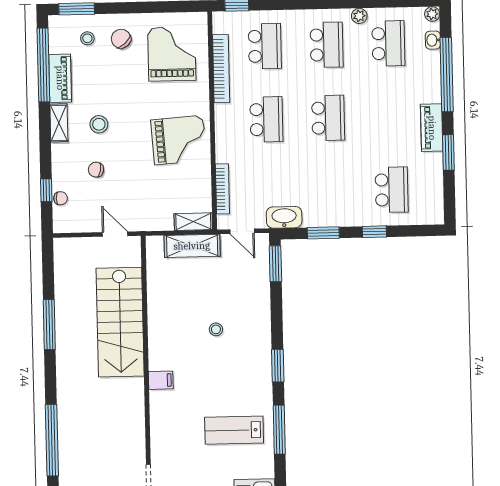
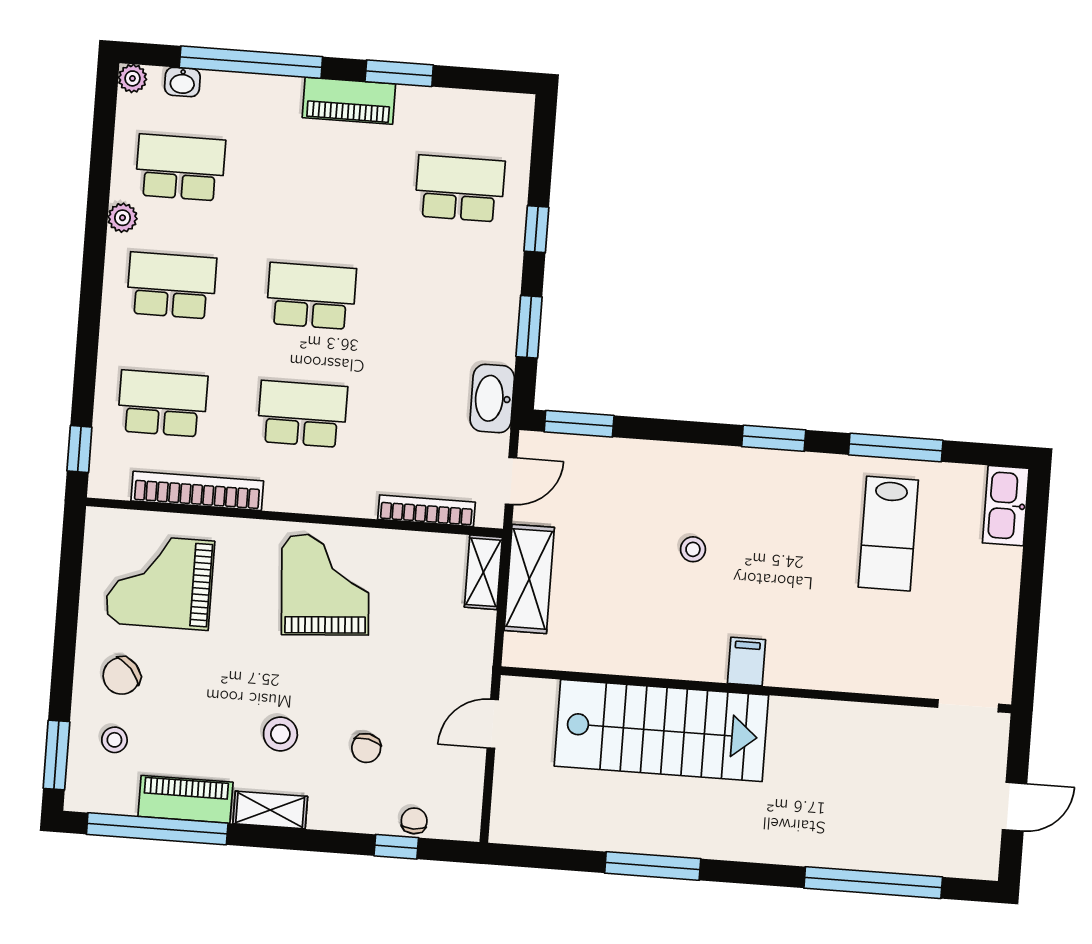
filing cabinet: (161, 380) -> (747, 661), moved

